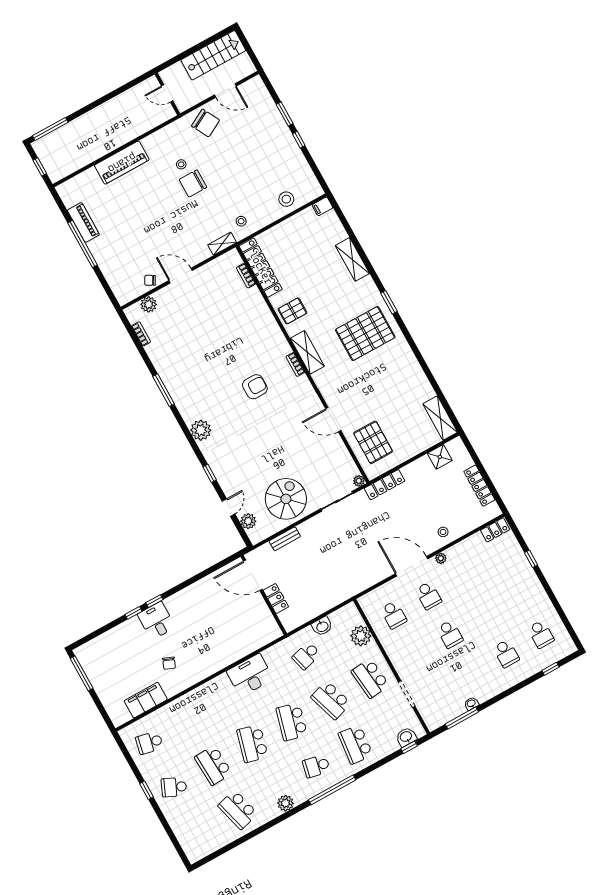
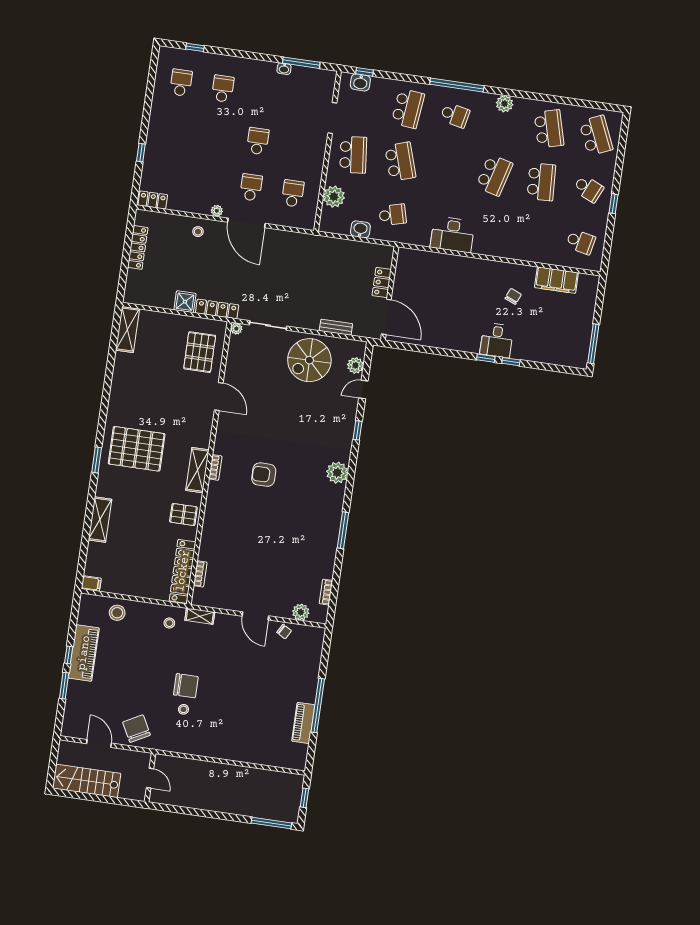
piano: (122, 163) -> (84, 653), moved, turned 90
shower: (440, 457) -> (185, 302), moved
school desk: (292, 722) -> (596, 136), moved, turned -39

